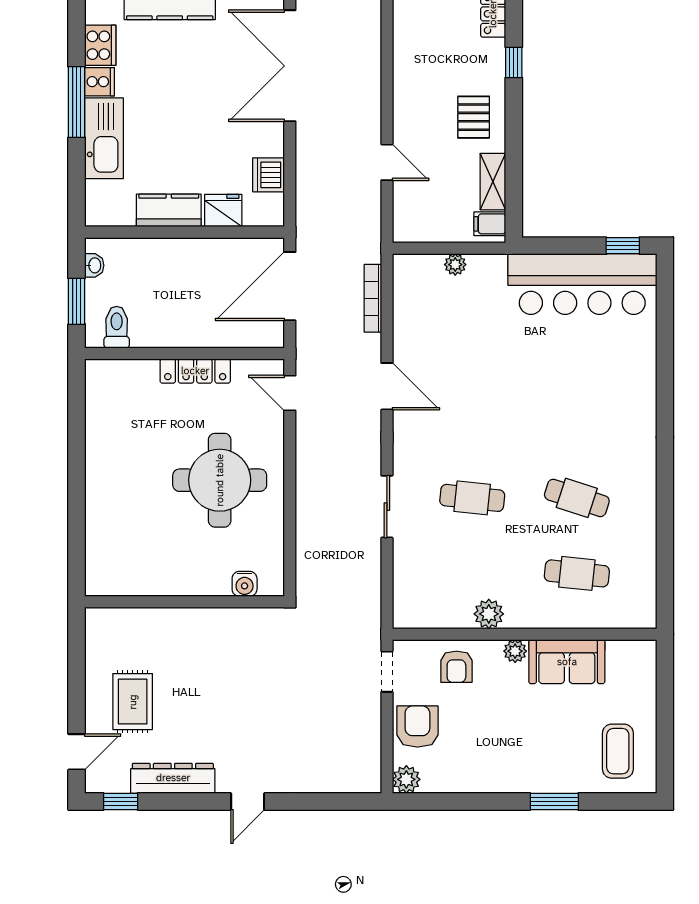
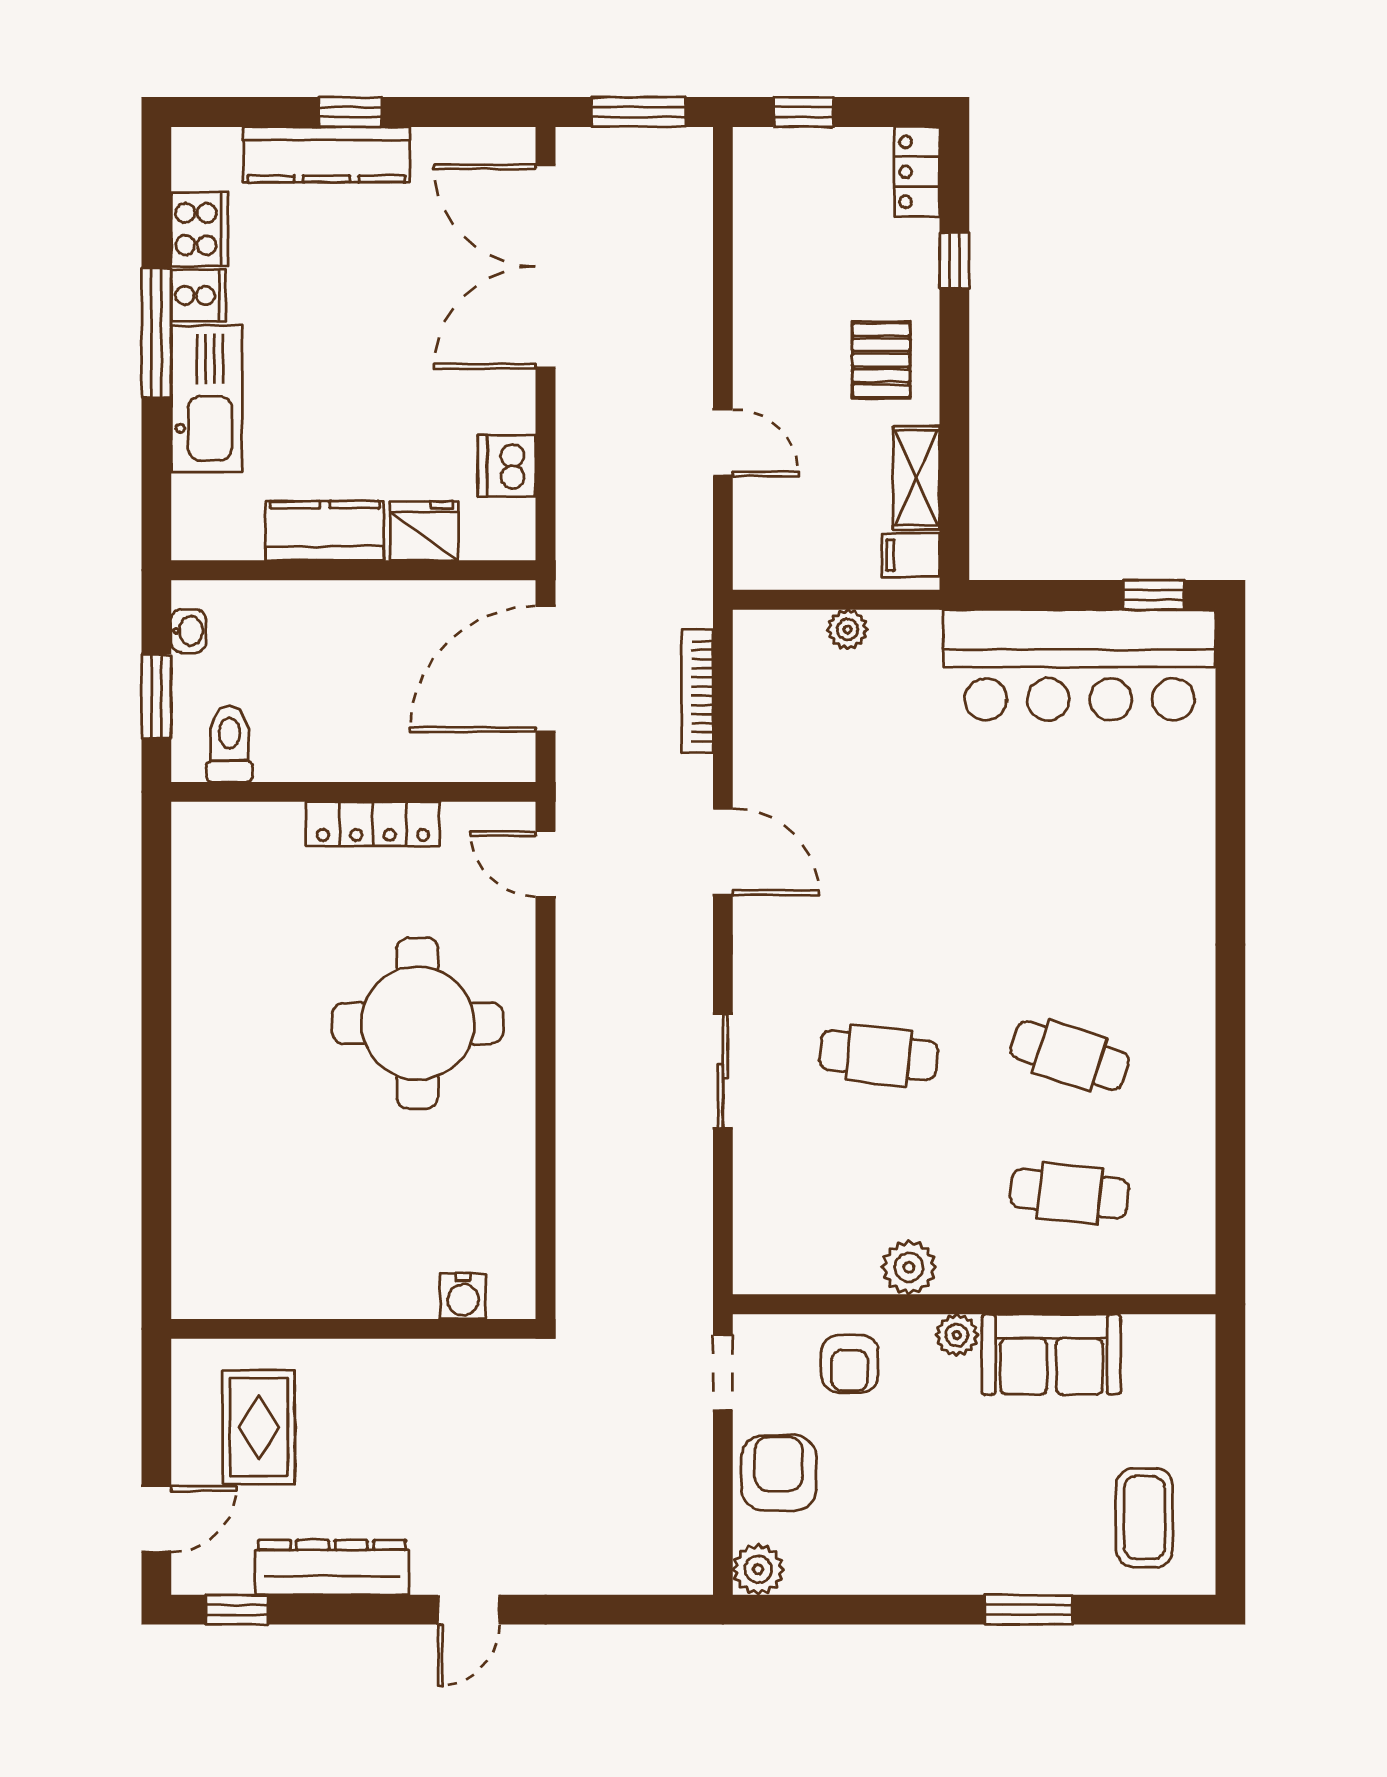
water cooler: (245, 584) -> (463, 1296), moved
wall: (185, 602) -> (353, 1329), moved

